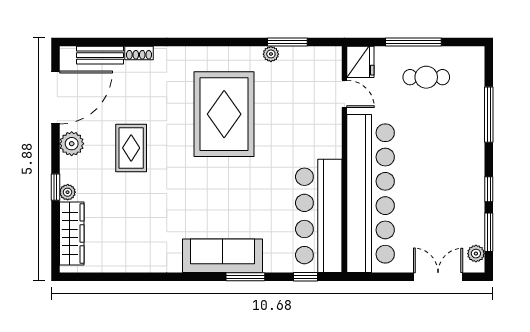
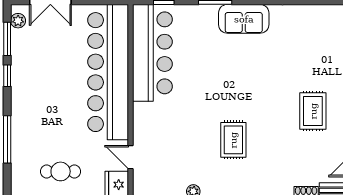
rug: (224, 114) -> (233, 140), width x0.54, depth x0.49
sofa: (223, 256) -> (244, 19), width x0.73

